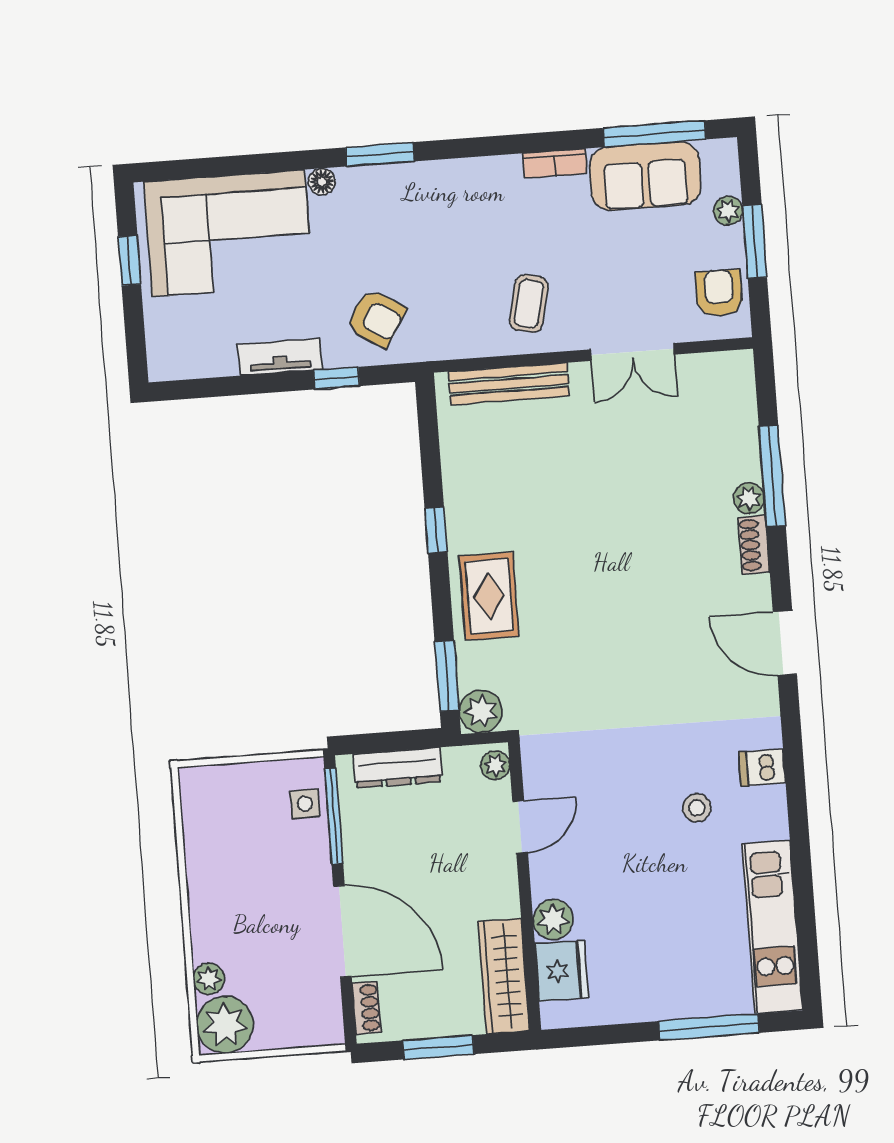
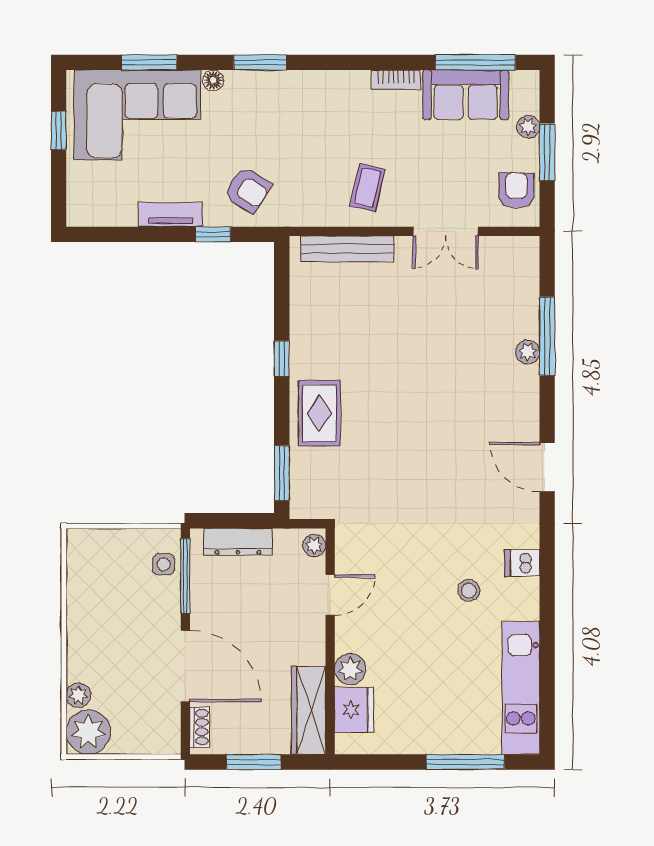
window: (239, 165) -> (149, 62), added
shoe rack: (754, 545) -> (529, 389), removed
plant: (481, 711) -> (306, 503), removed

